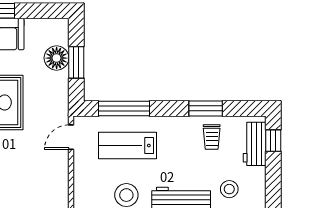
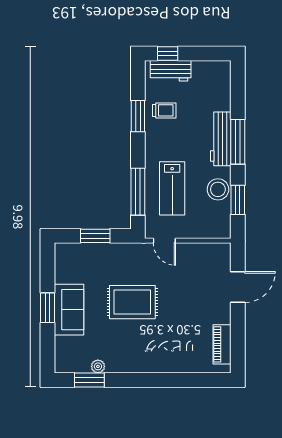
floor lamp: (57, 58) -> (91, 254), removed
stool: (229, 189) -> (212, 94), removed

